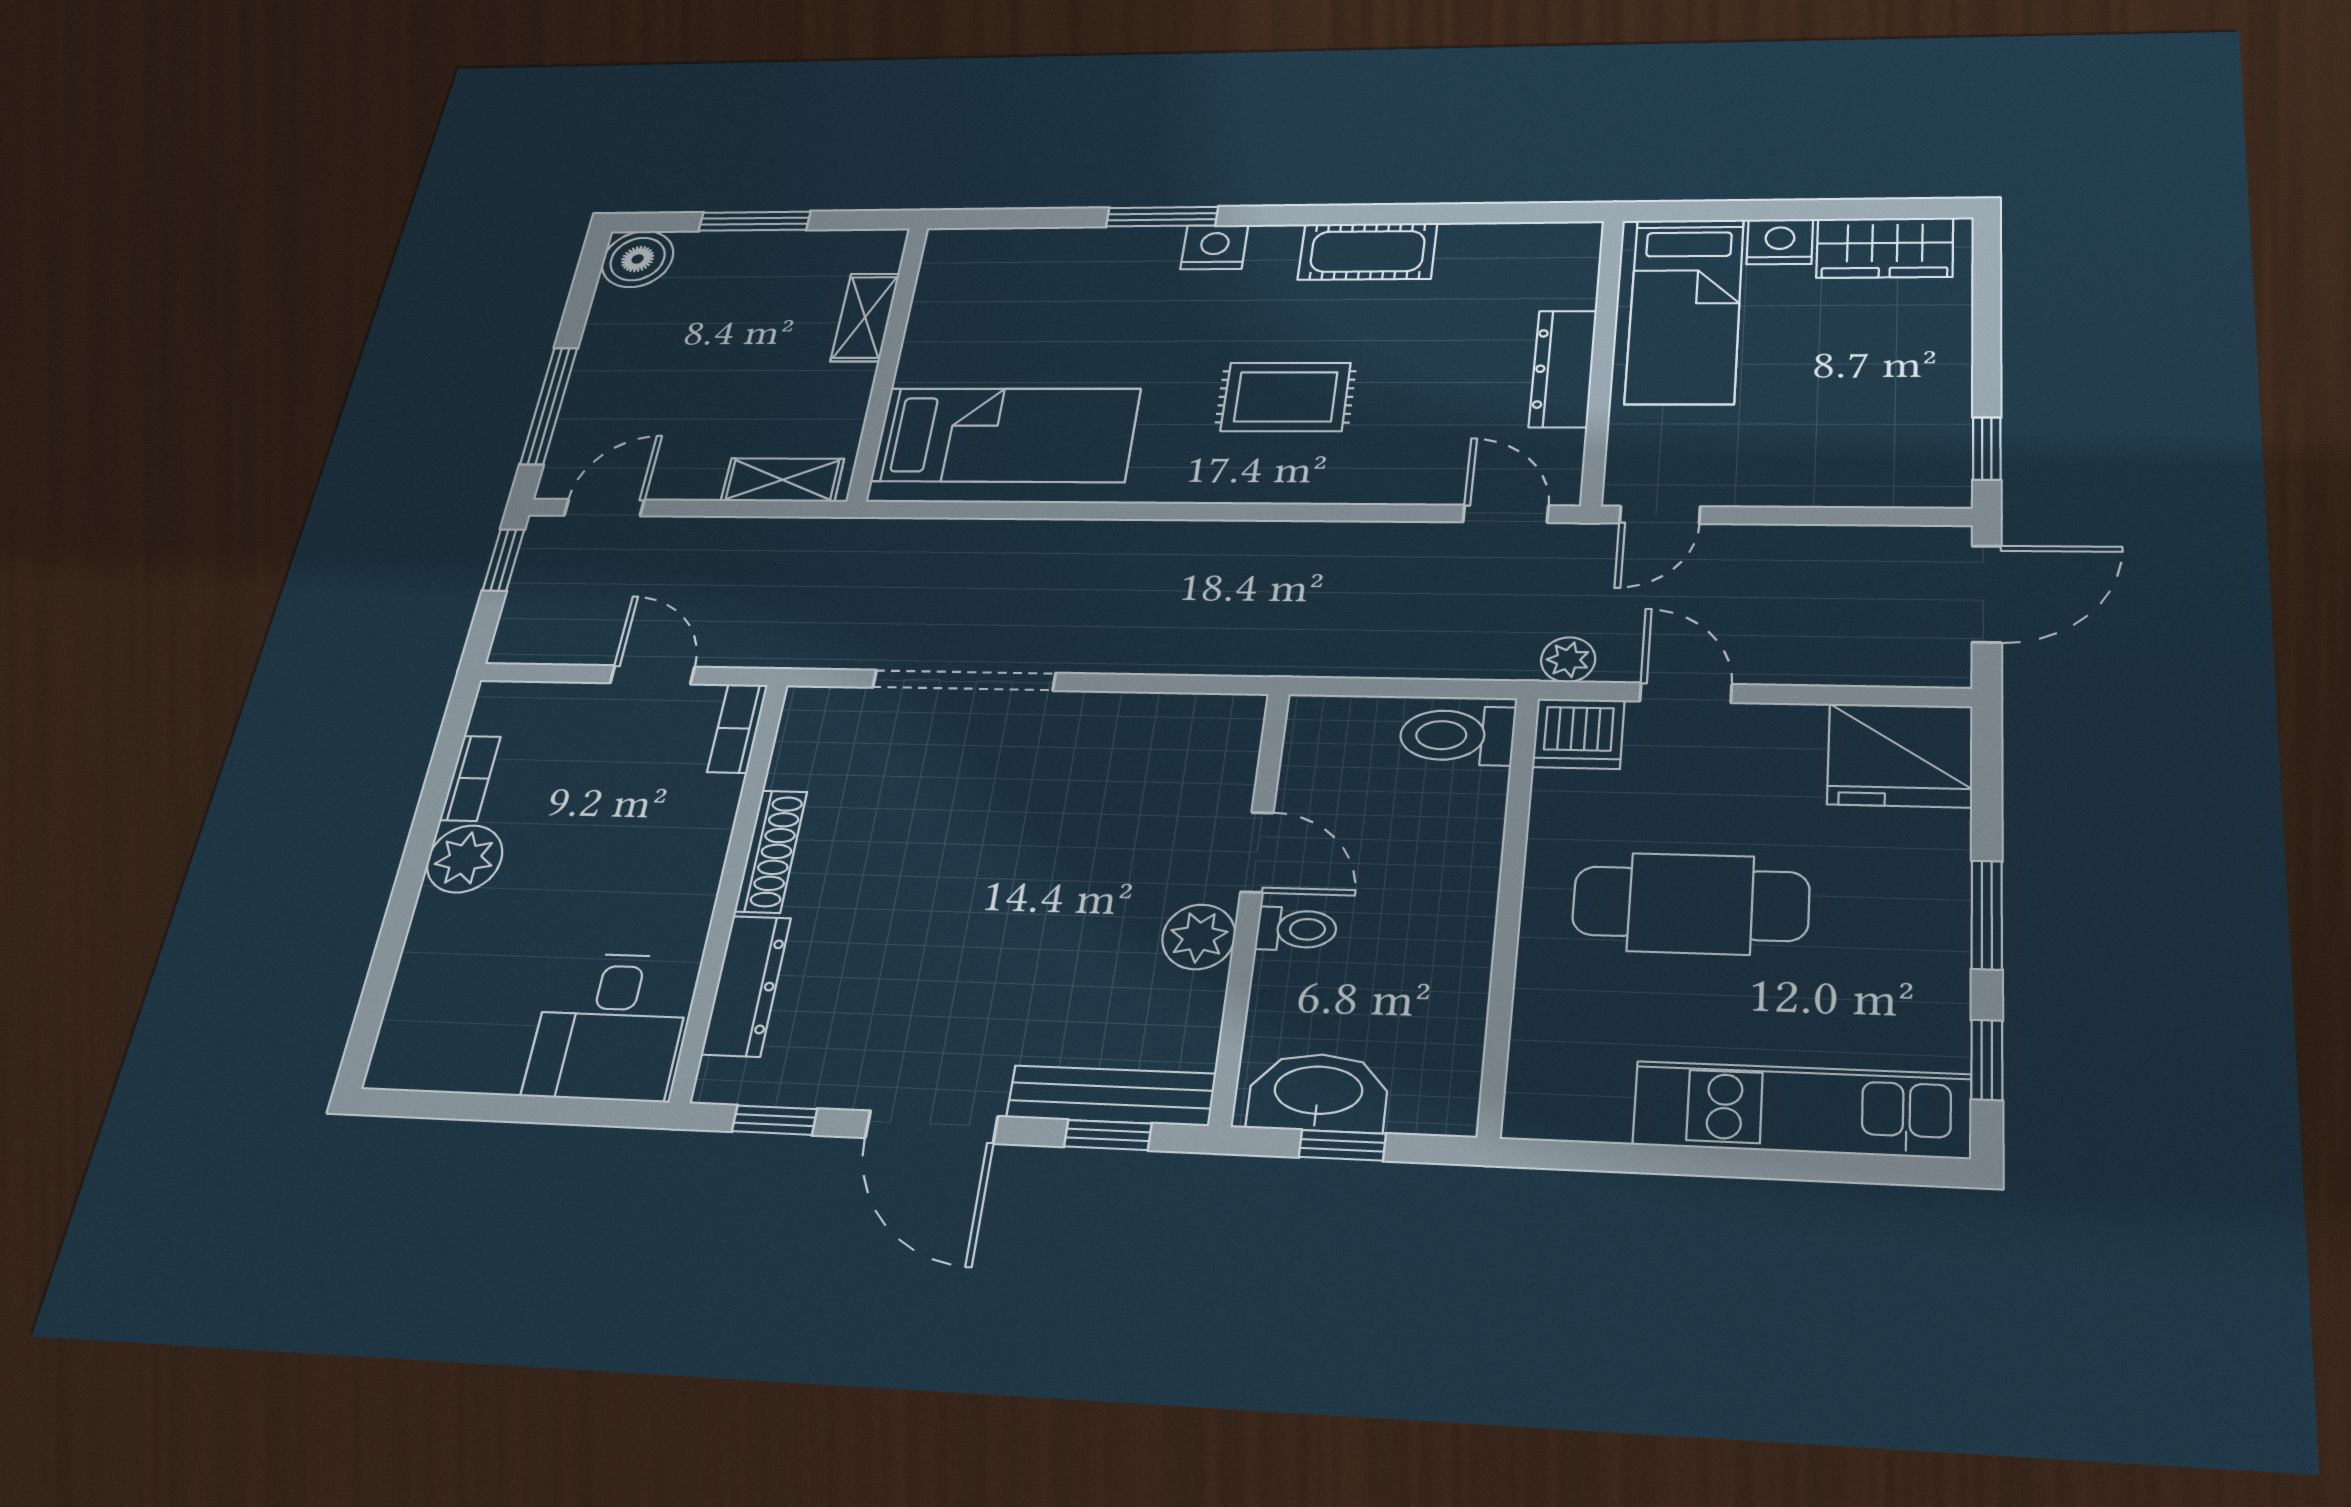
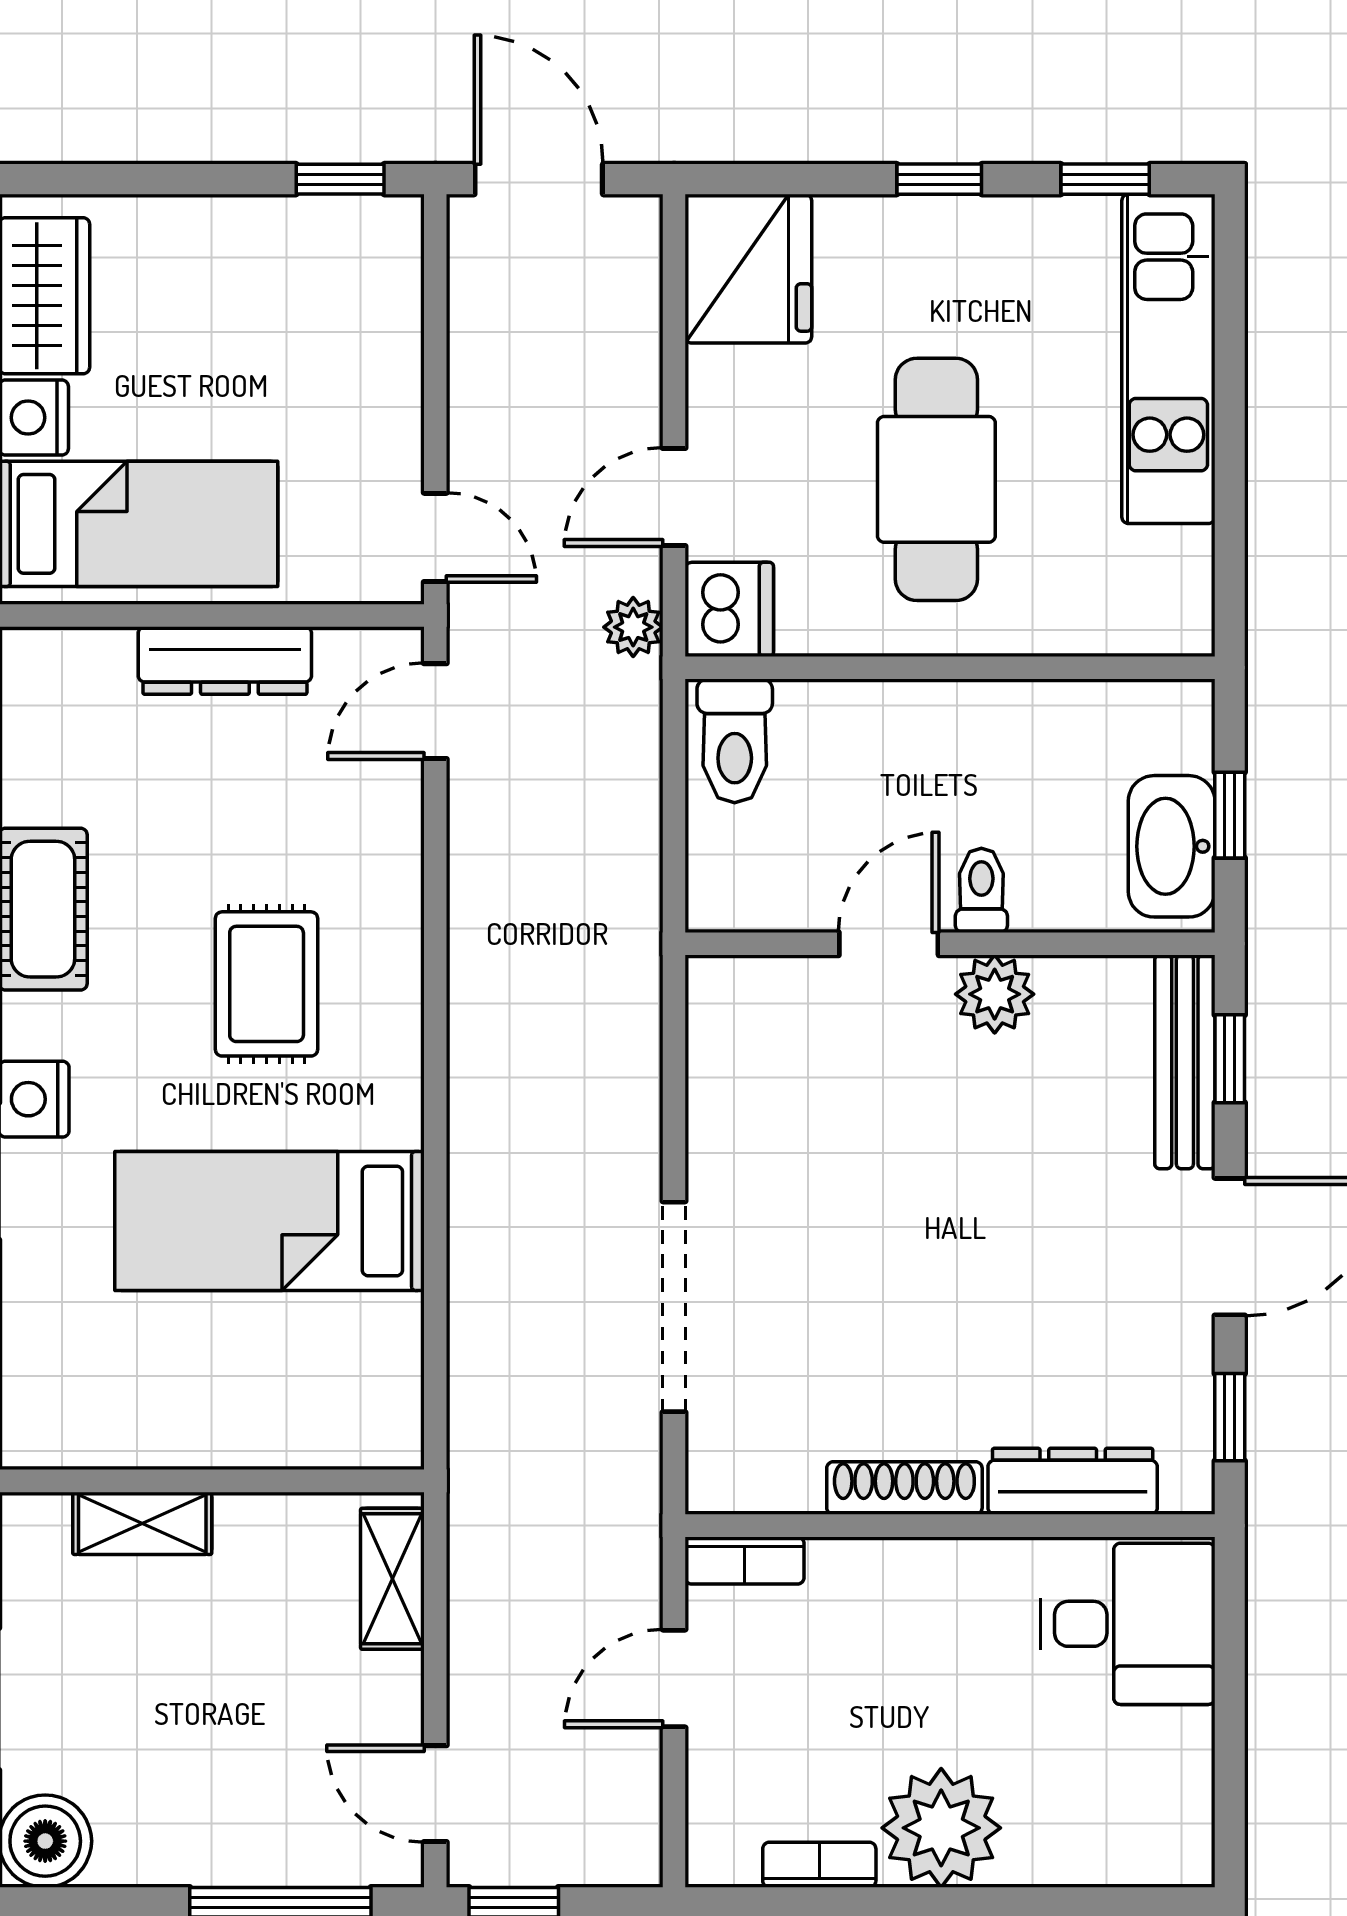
bed: (1006, 435) -> (270, 1221), moved, turned -90
plant: (465, 859) -> (941, 1828), width x1.36, depth x1.36
window: (1987, 915) -> (939, 179), width x0.67

